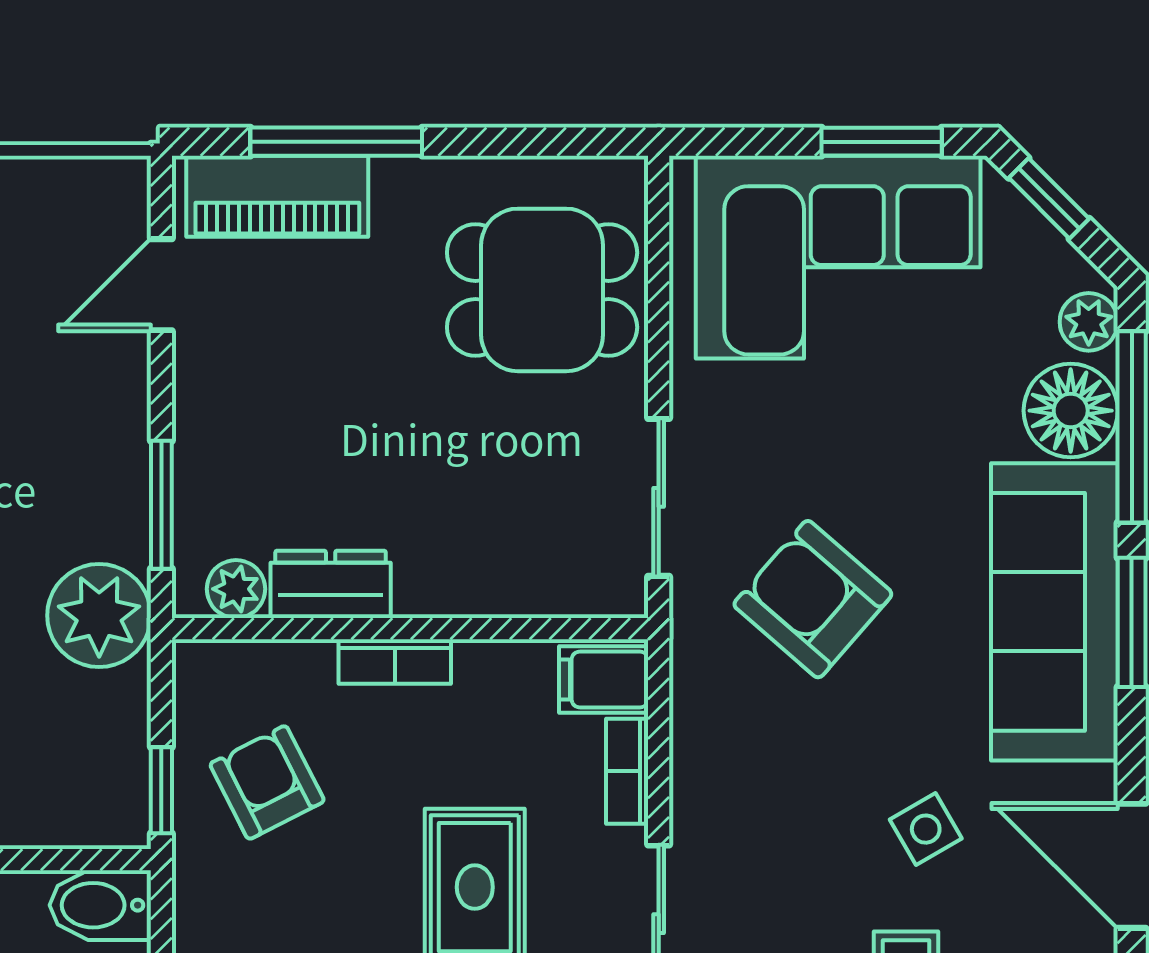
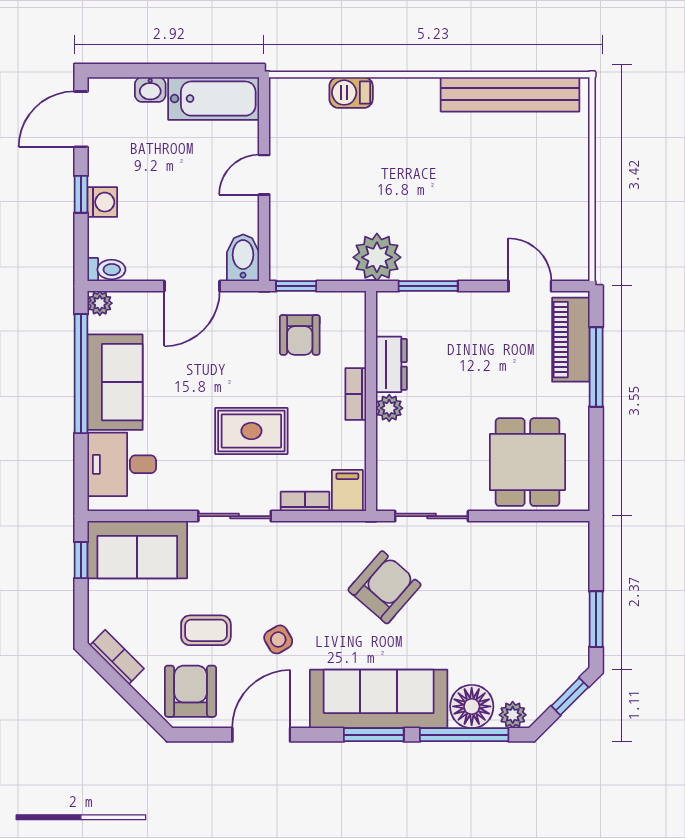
corner sofa: (838, 257) -> (543, 599), removed
plant: (236, 589) -> (389, 408), moved
armchair: (267, 782) -> (300, 335), turned 117

